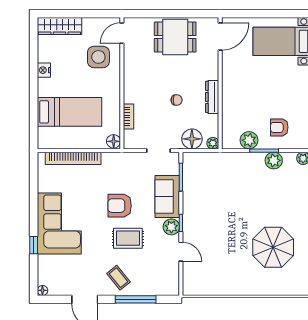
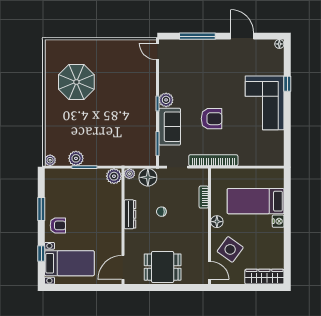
door: (122, 33) -> (209, 270), hinge flipped
side table: (98, 57) -> (230, 249), turned 36
nightstand: (44, 70) -> (278, 221), moved
armchair: (279, 127) -> (58, 225), moved
plant: (249, 140) -> (114, 176), moved
floor lamp: (114, 141) -> (217, 222), moved
bookcase: (73, 158) -> (213, 160), moved
rug: (128, 238) -> (204, 90), removed
door: (181, 252) -> (158, 52), moved
coffee table: (118, 278) -> (213, 55), removed

